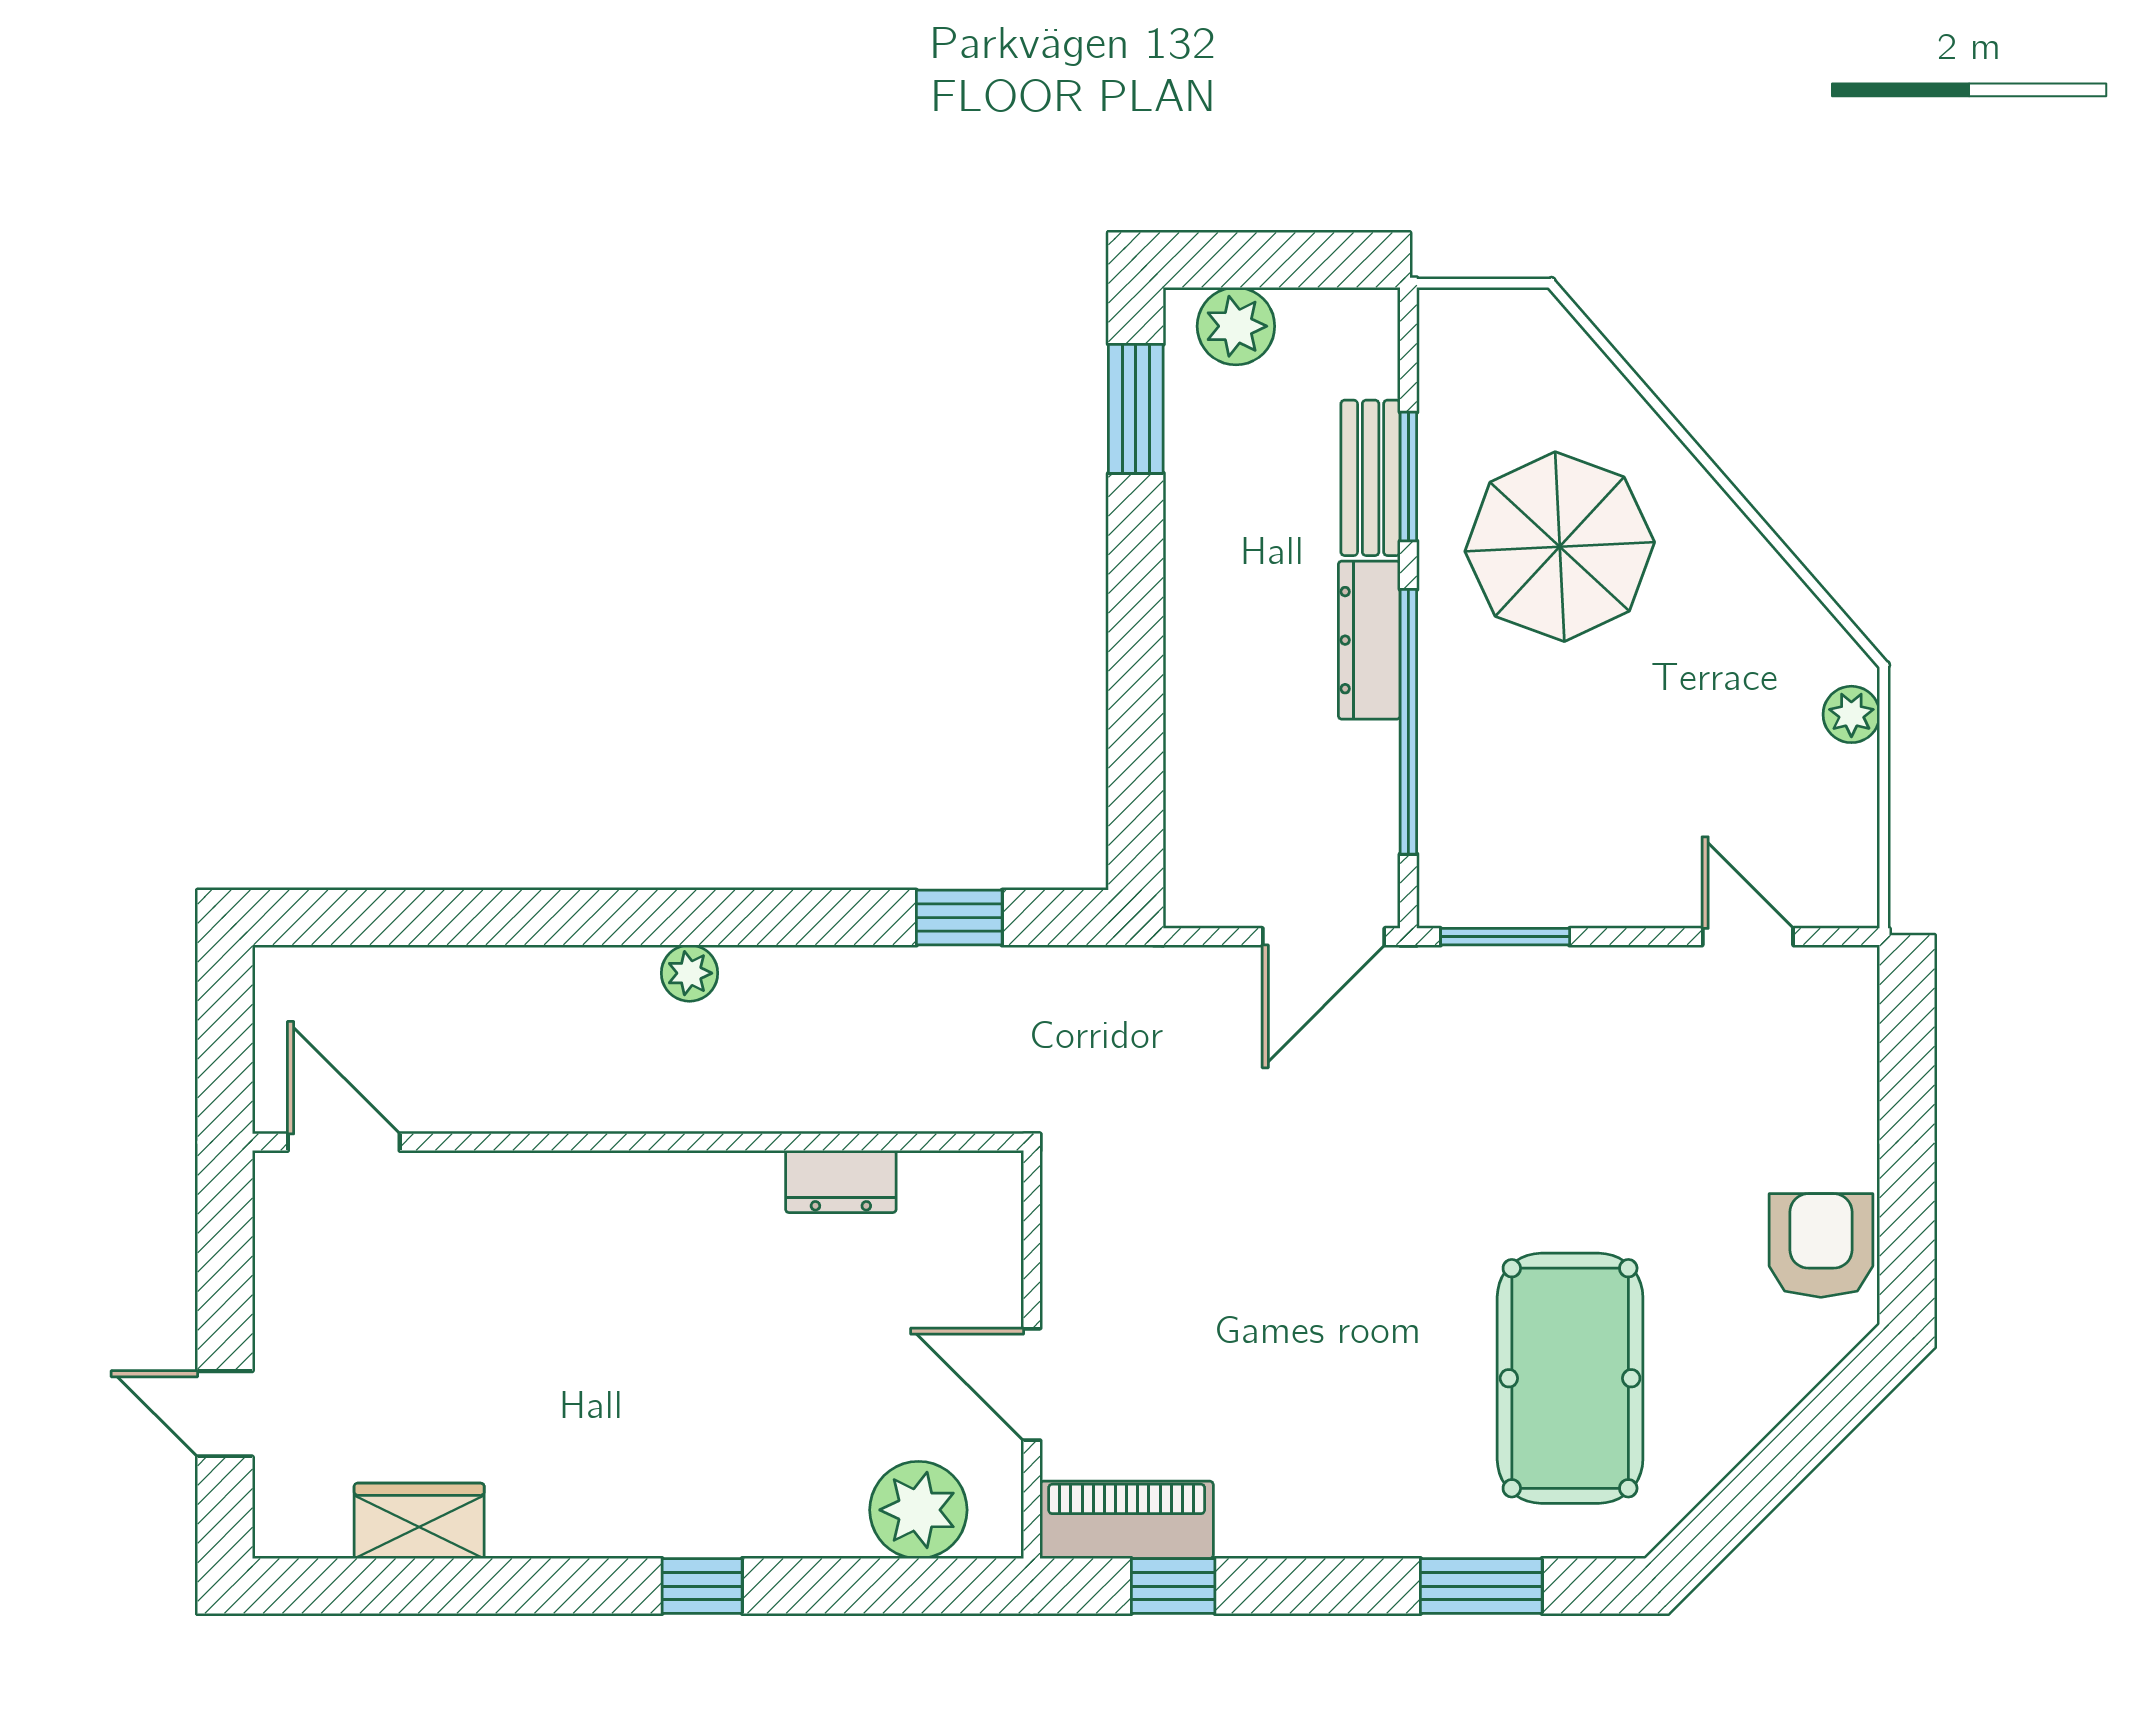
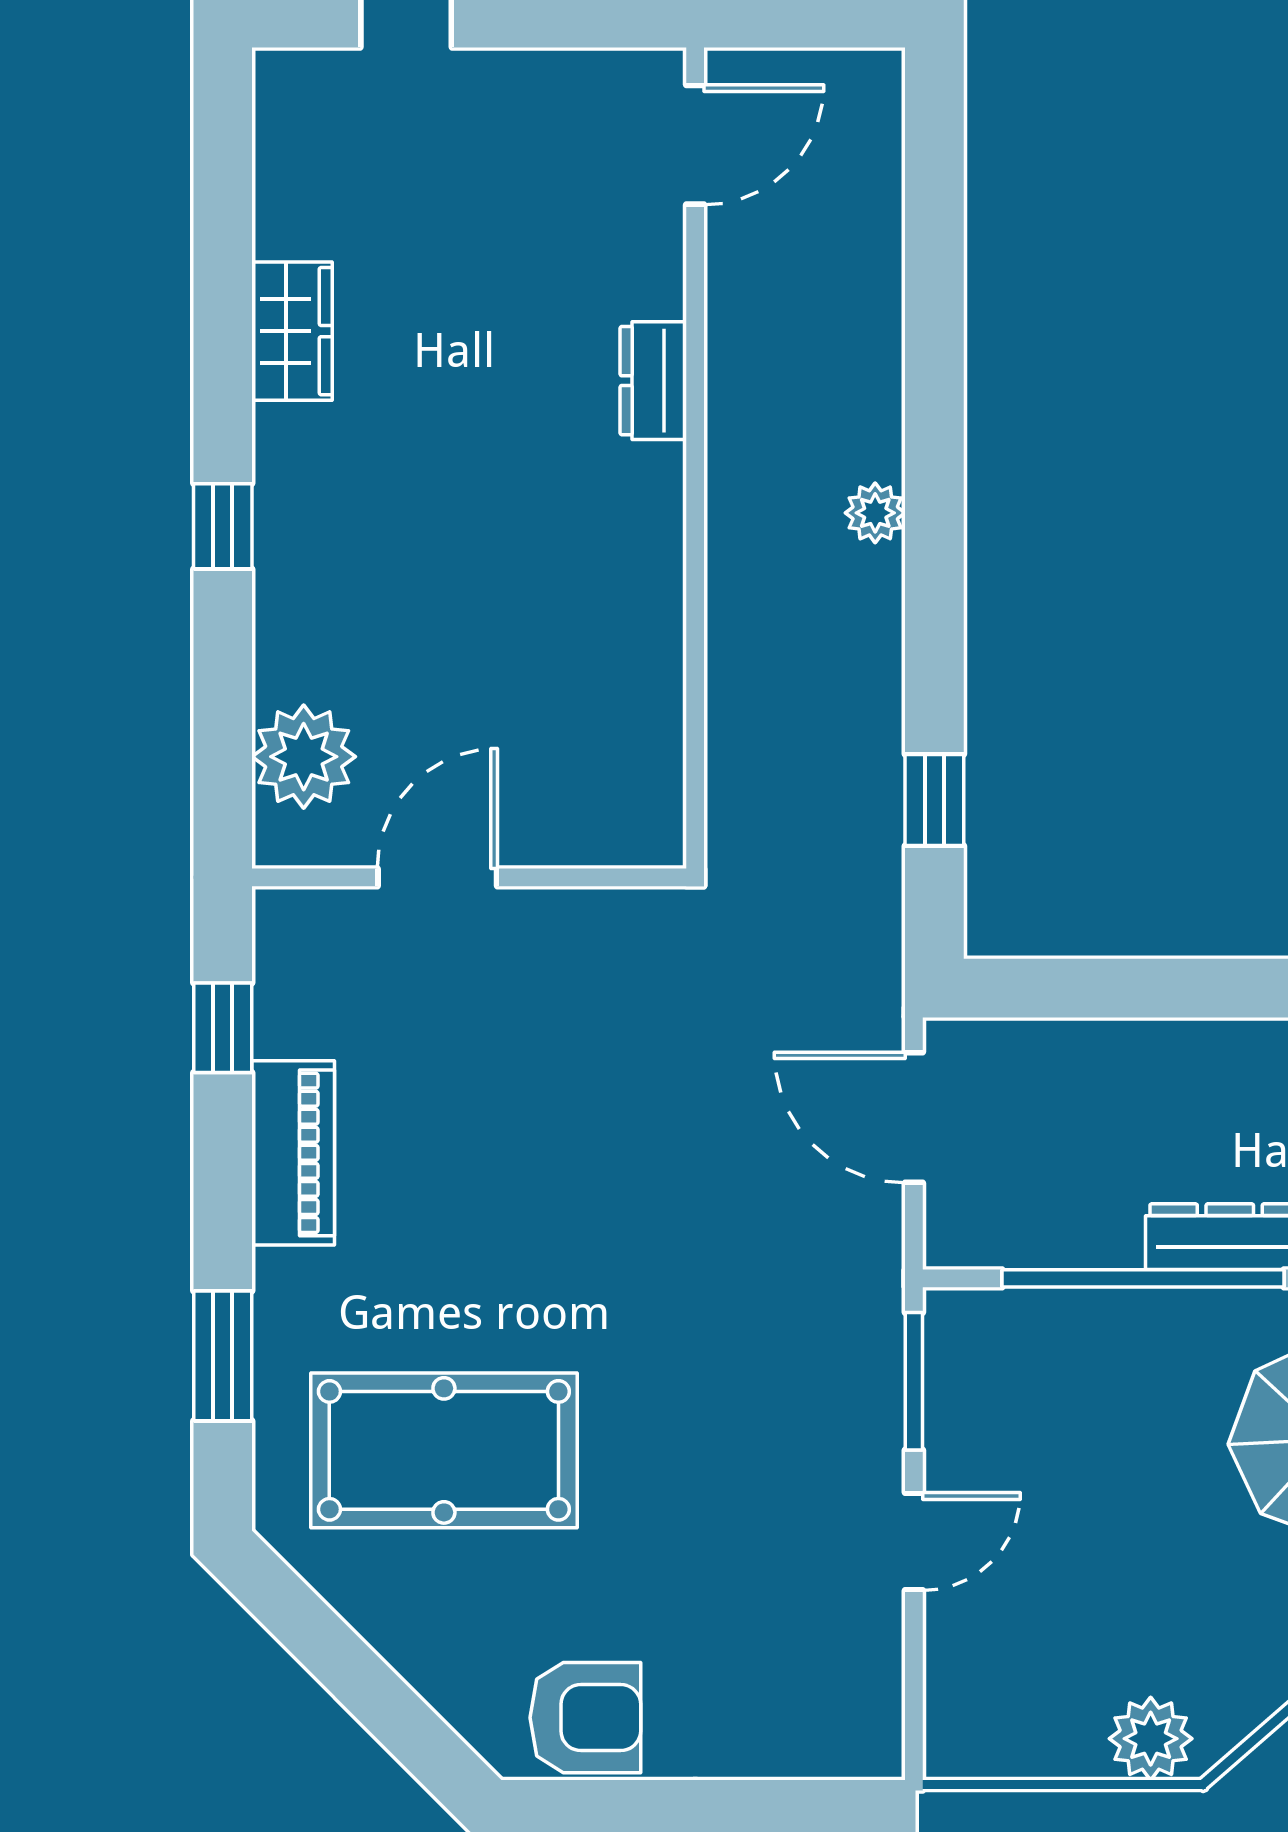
plant: (1851, 714) -> (1151, 1739), width x1.38, depth x1.38
door: (1324, 937) -> (914, 1118), moved
door: (1748, 937) -> (914, 1541), moved
dresser: (841, 1182) -> (653, 381), moved
piano: (1127, 1520) -> (293, 1153), moved
wardrobe: (419, 1521) -> (292, 331), moved

